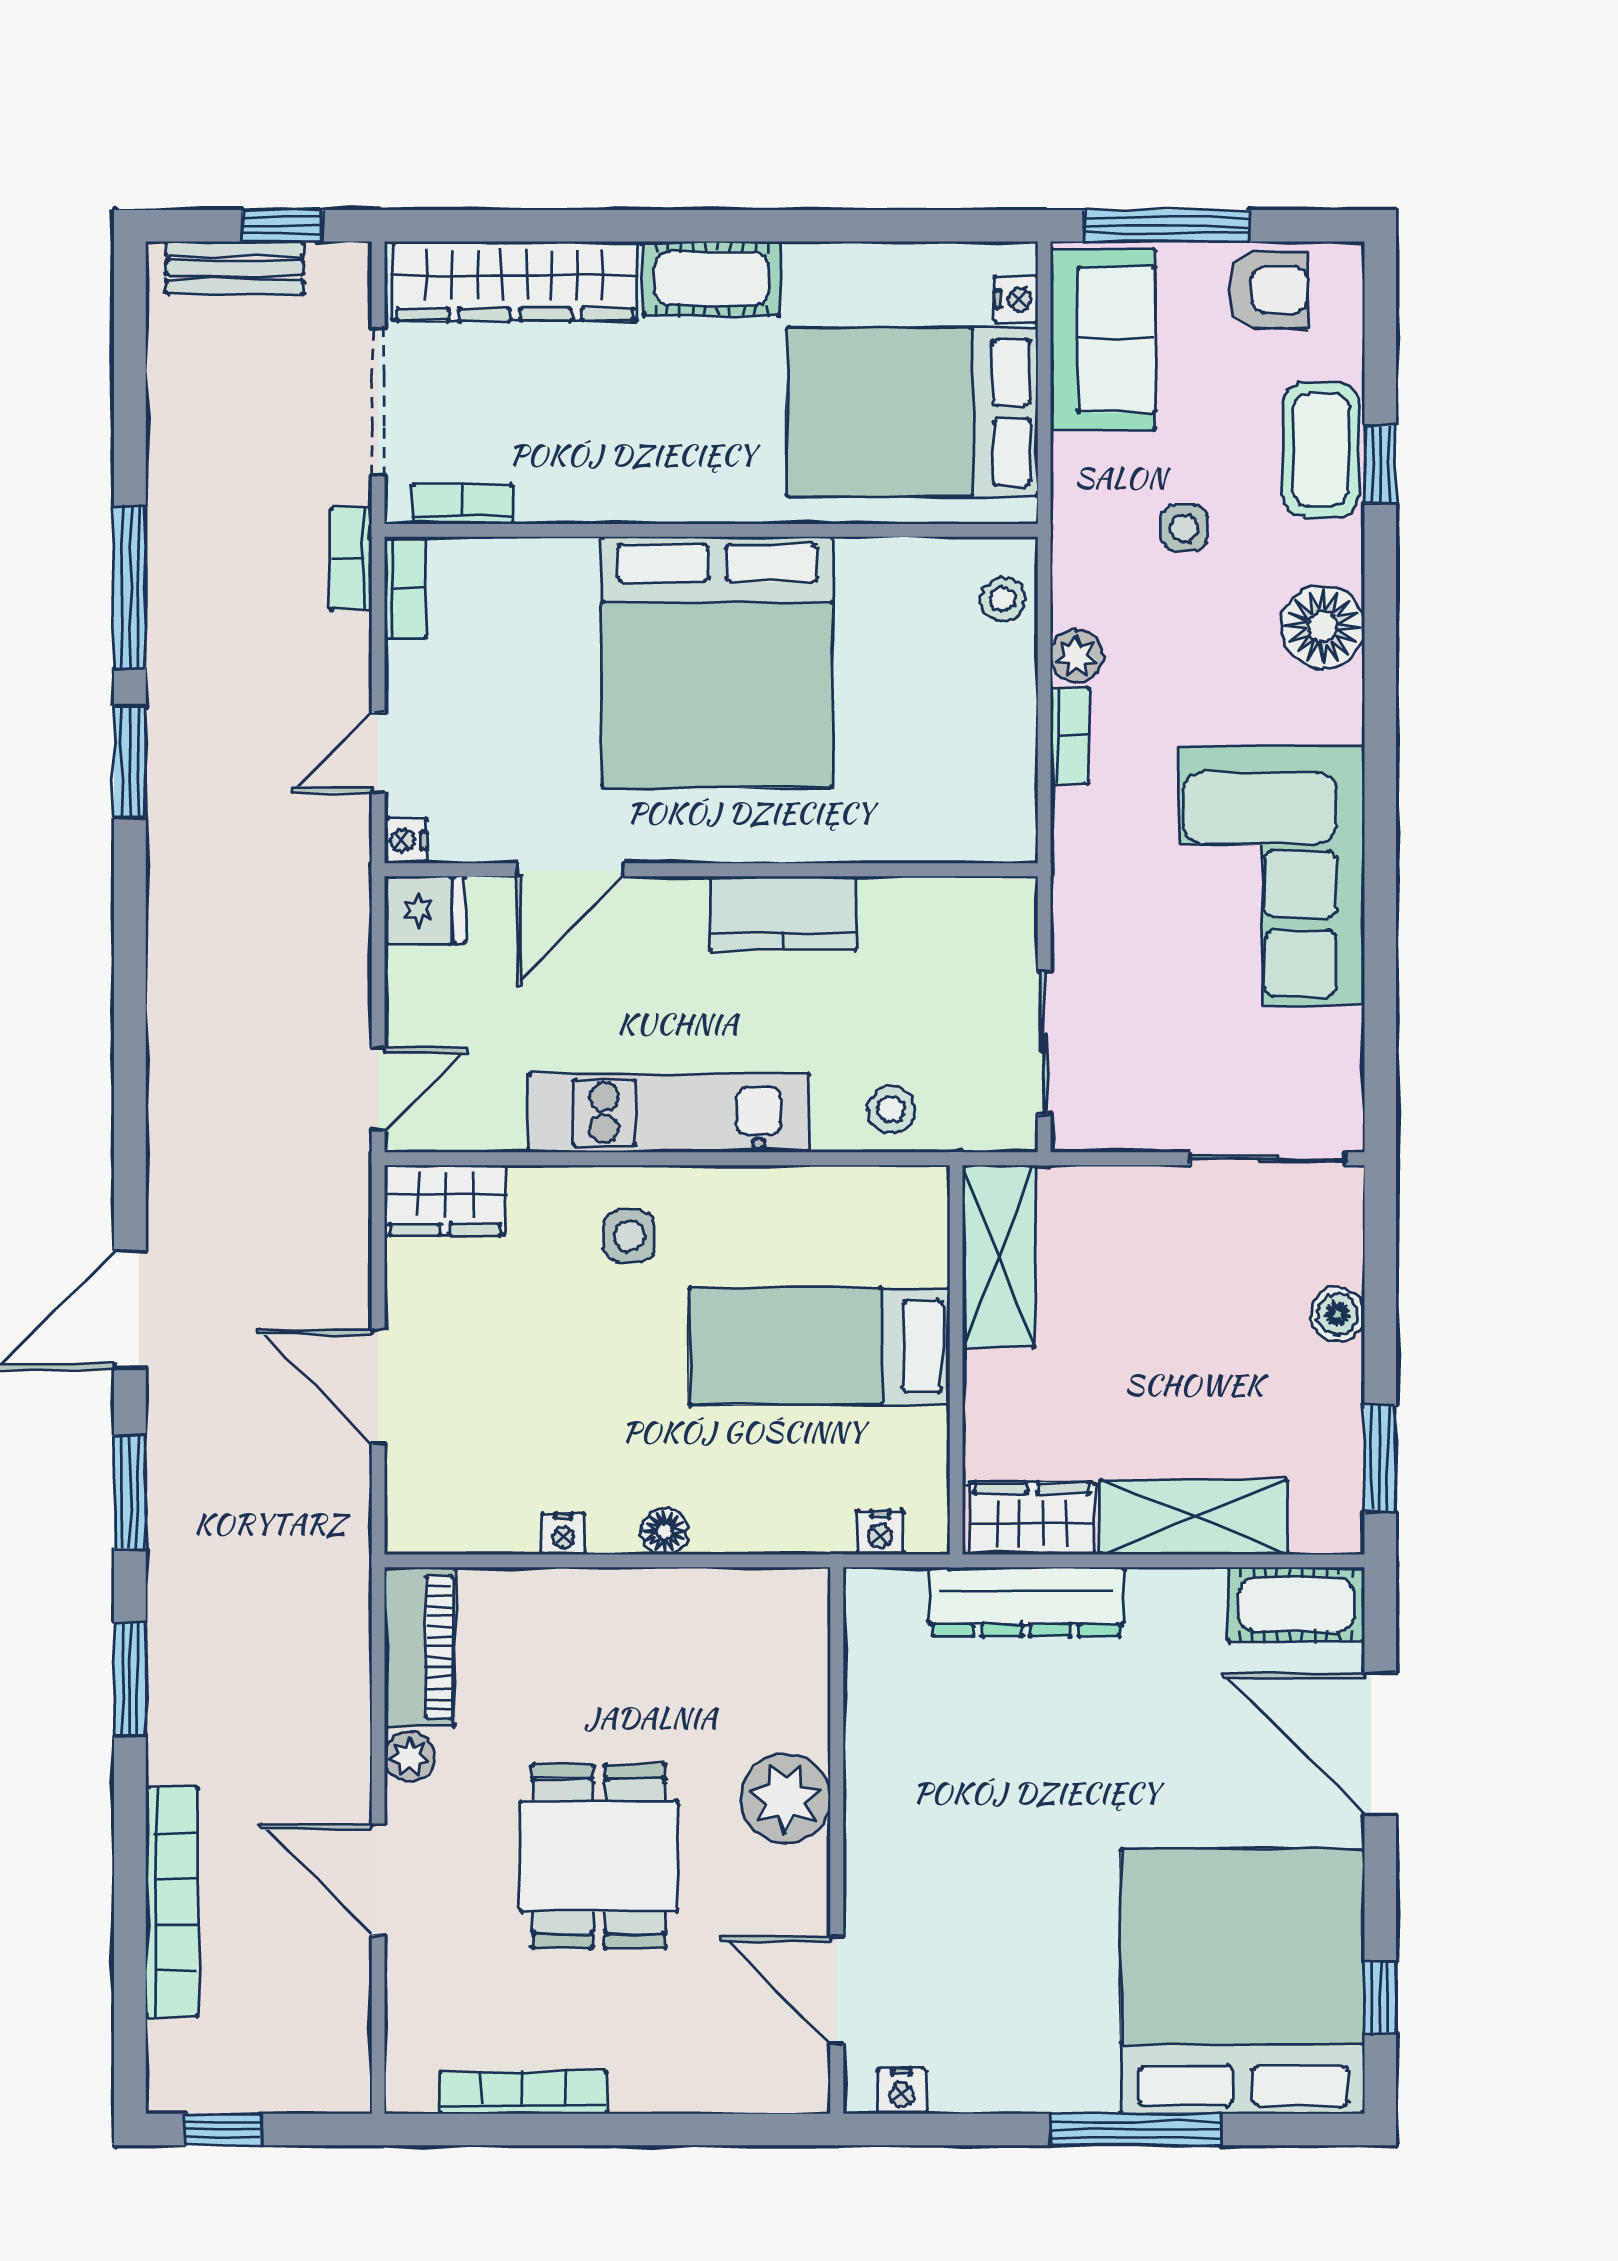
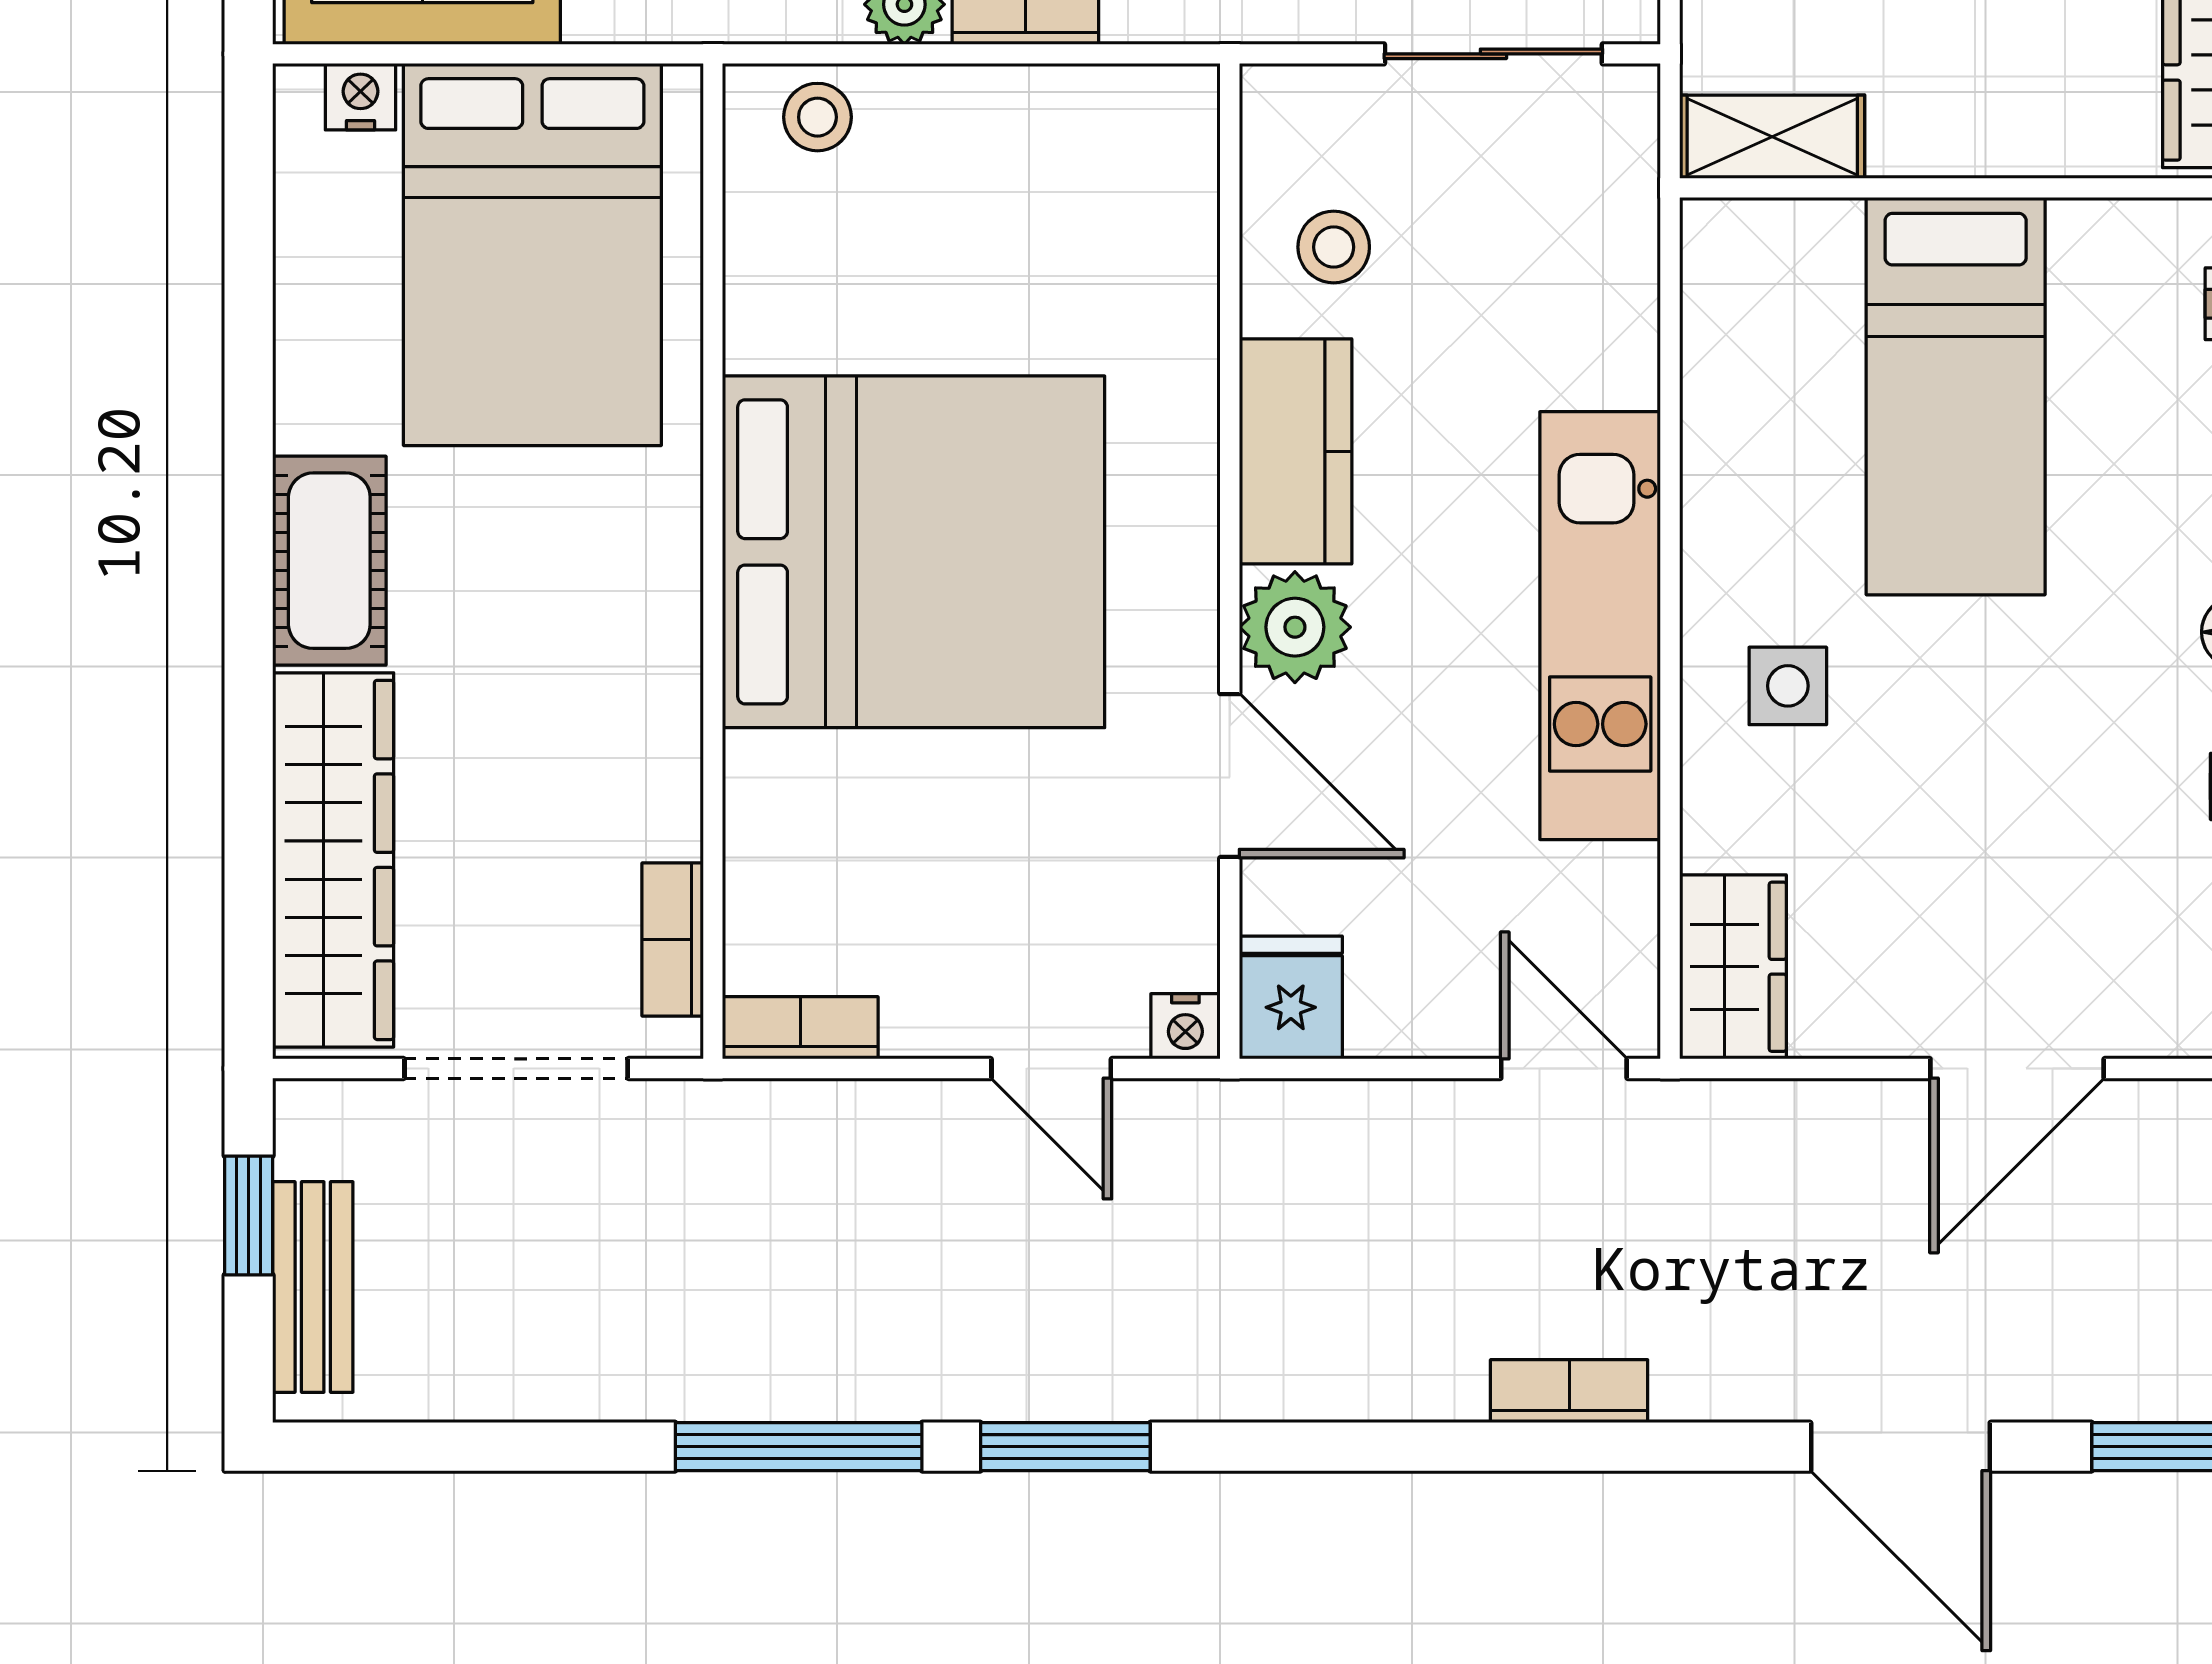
bookcase: (351, 559) -> (1569, 1391), moved, turned 180
plant: (668, 913) -> (1295, 627), added
stool: (891, 1110) -> (1334, 247), moved
shelving: (999, 1256) -> (1772, 137), width x0.67, depth x0.75

